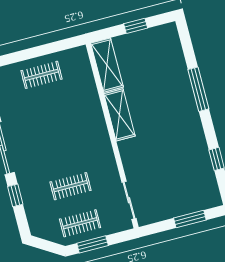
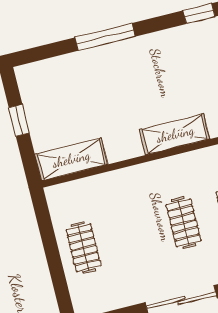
shelving: (120, 115) -> (175, 134), moved
clothes rail: (61, 149) -> (183, 223), added

